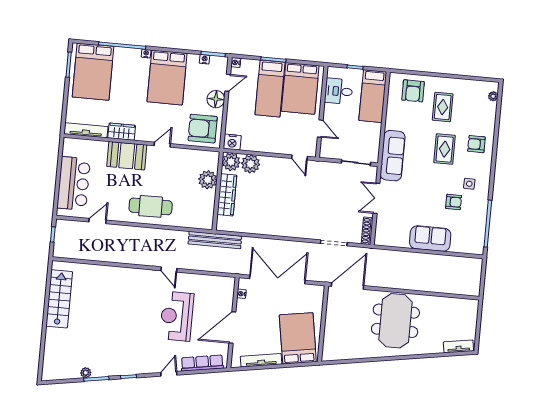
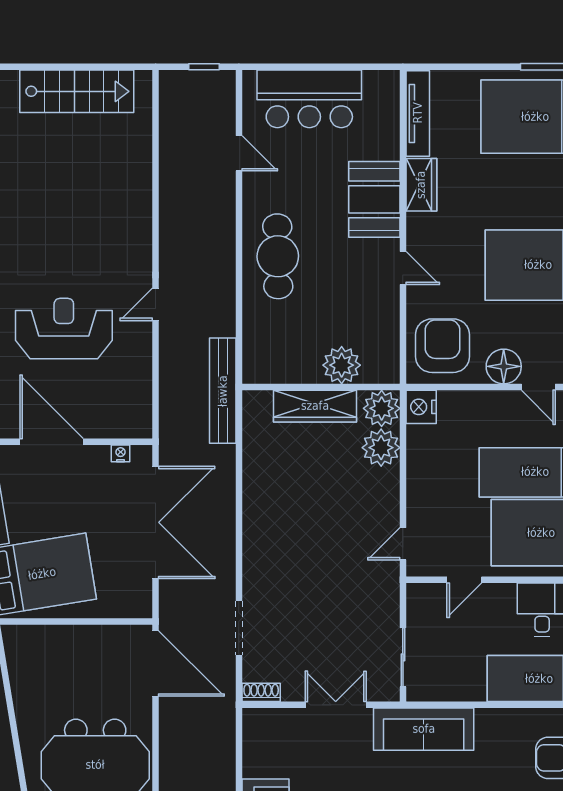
shoe rack: (367, 231) -> (261, 692), width x0.70

